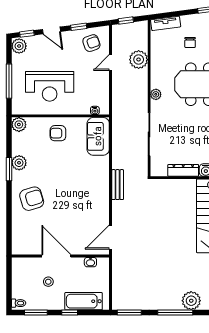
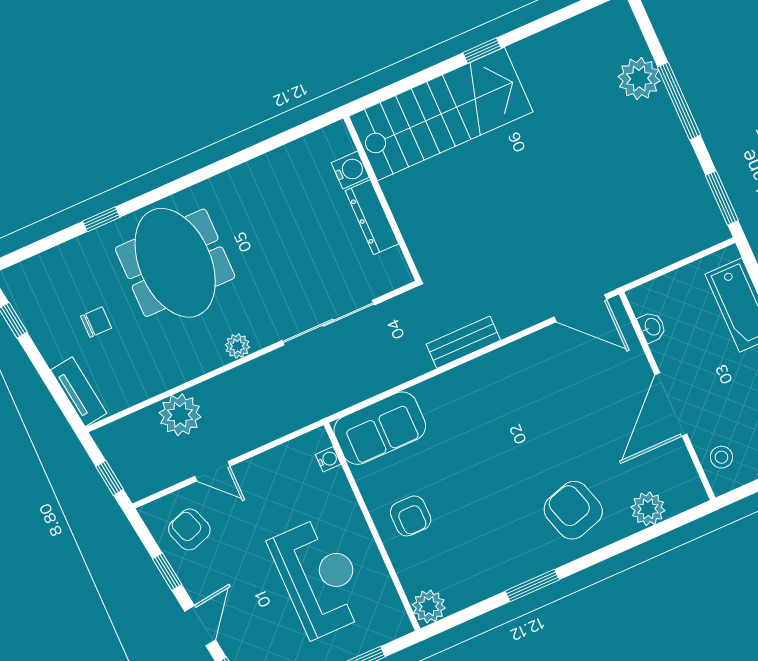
plant: (19, 163) -> (648, 509), moved
stool: (48, 282) -> (721, 457), moved

